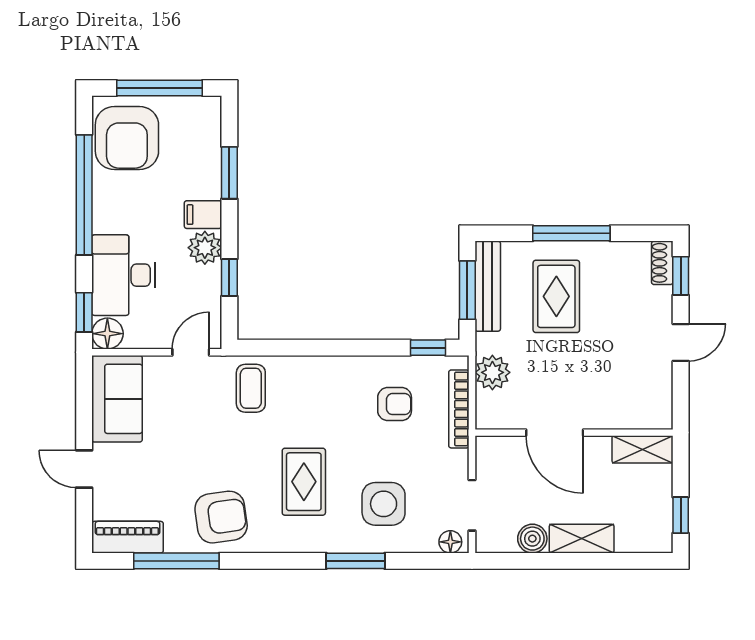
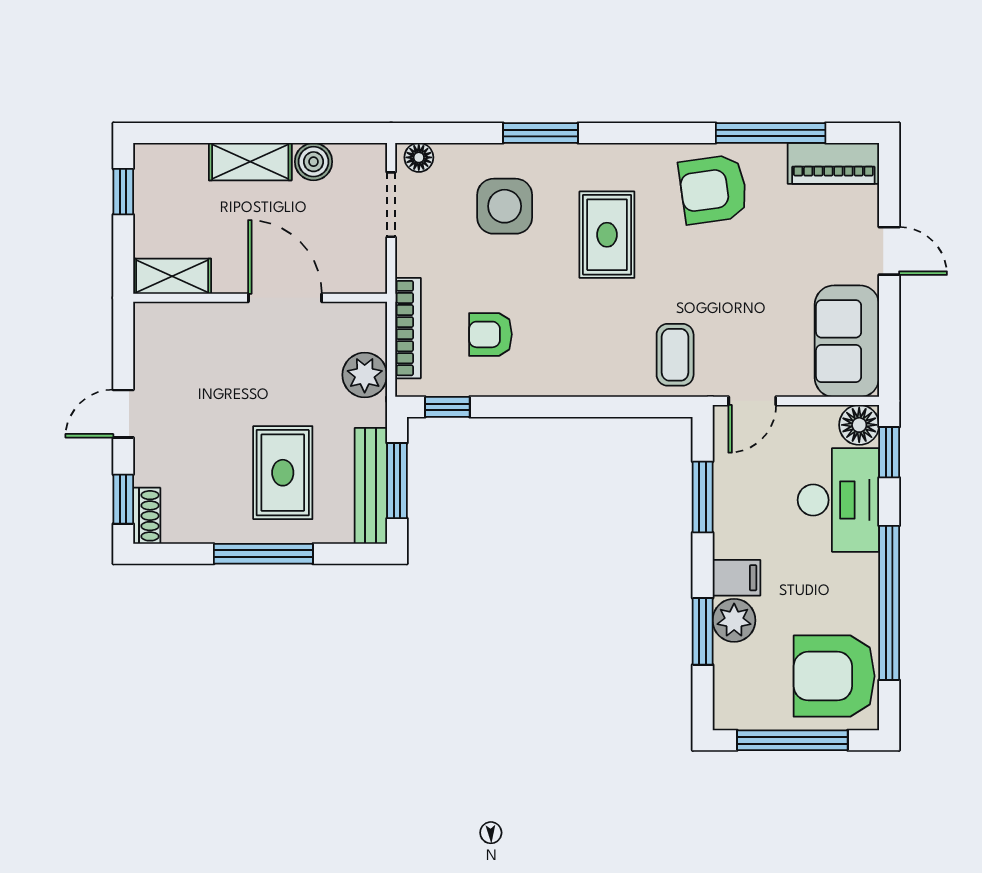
armchair: (127, 138) -> (834, 676), turned -90
plant: (205, 248) -> (734, 620), moved
window: (229, 277) -> (703, 497), width x1.50

